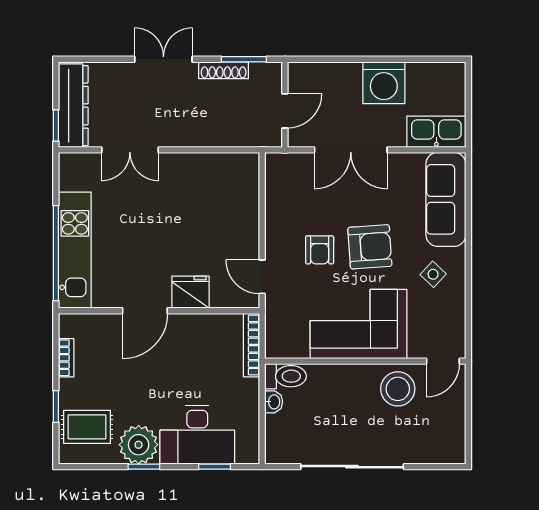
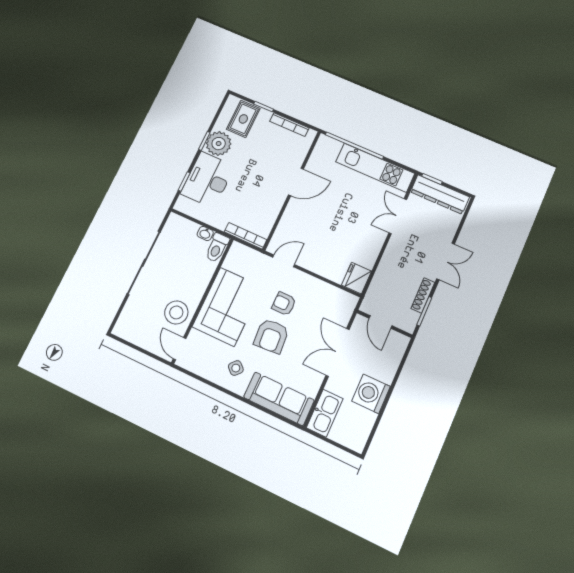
kitchen unit: (75, 250) -> (375, 168), moved
fridge: (190, 292) -> (356, 278), moved, turned 180
door: (145, 311) -> (296, 182), swing flipped
bookcase: (66, 358) -> (289, 125), width x1.56

